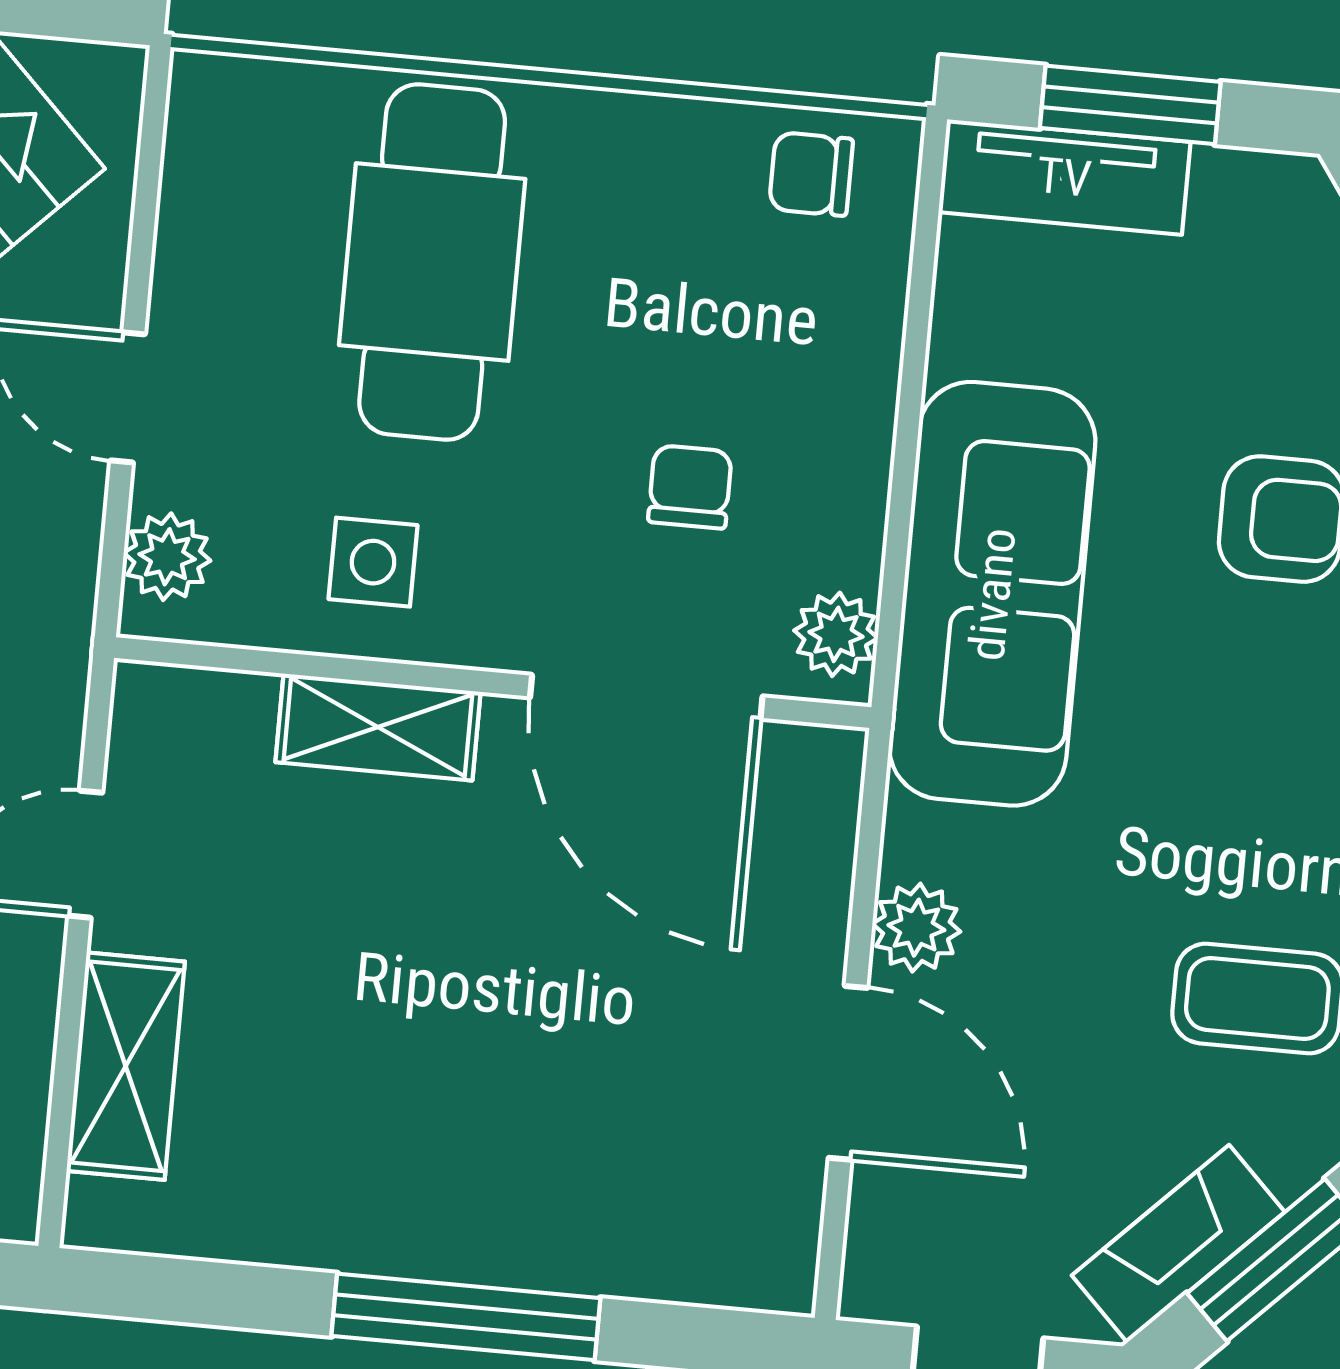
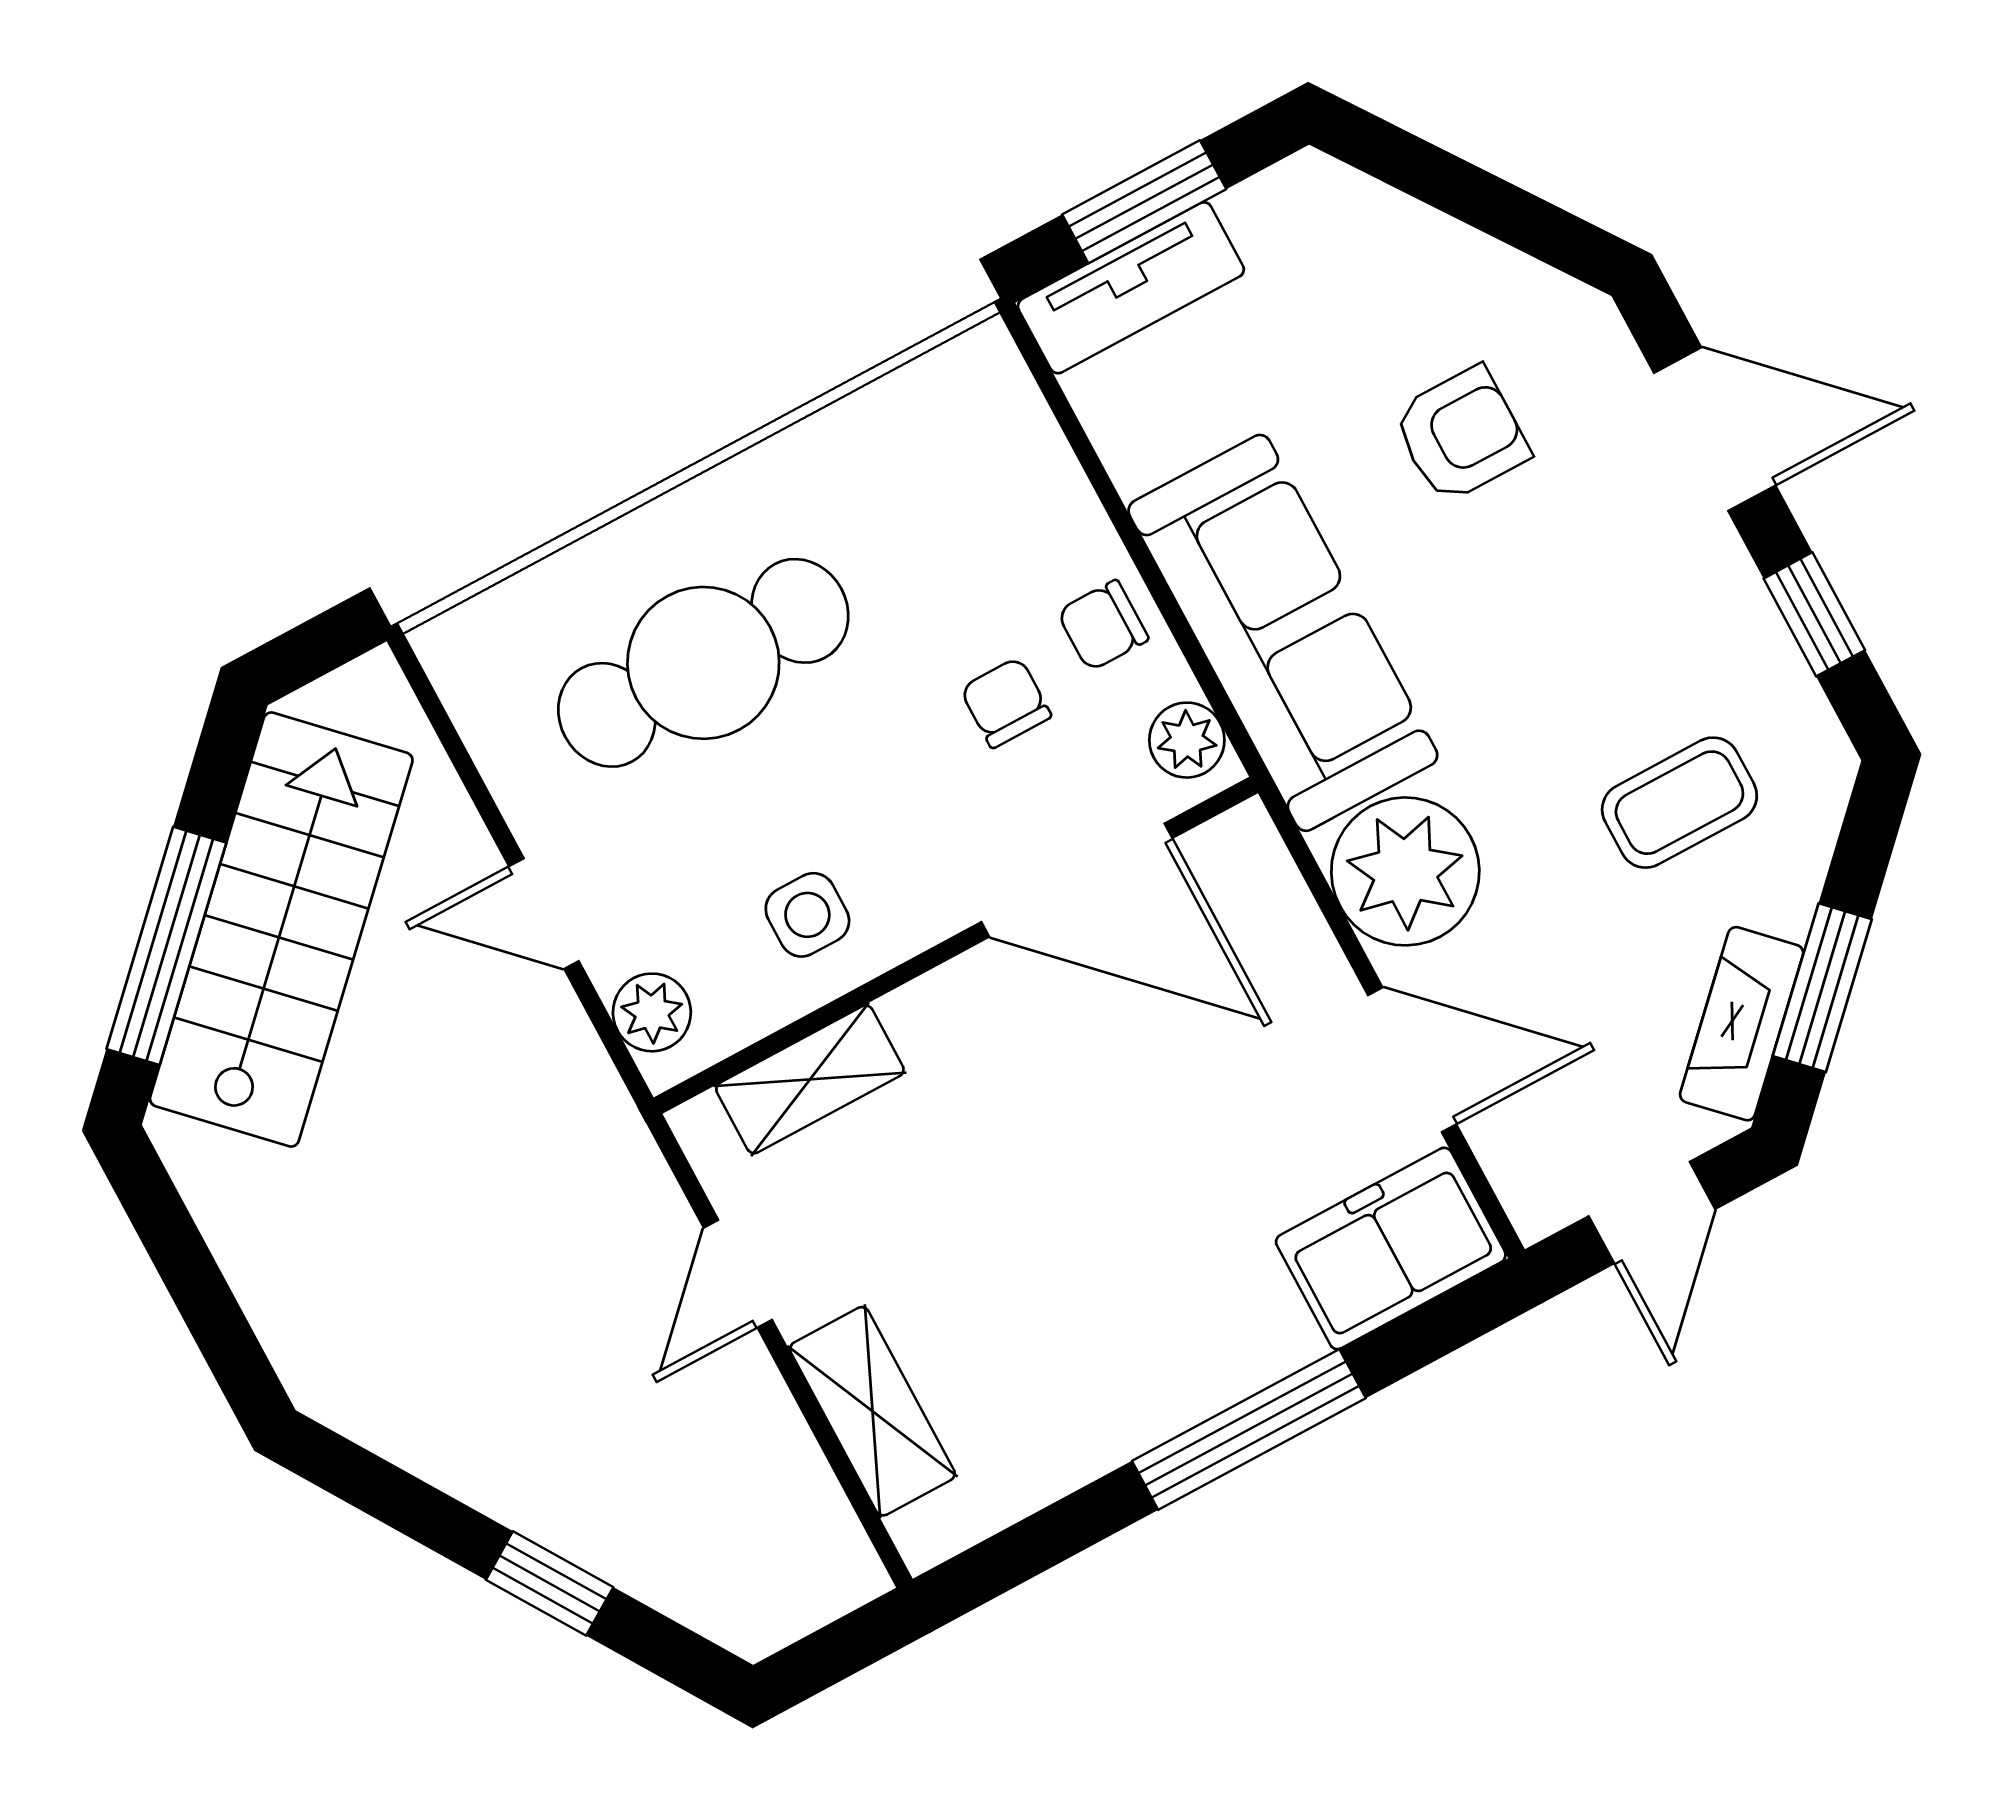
chair: (811, 174) -> (1103, 625), moved
cafe table: (432, 262) -> (703, 663), turned 90
shelving: (378, 727) -> (810, 1079), moved
plant: (916, 928) -> (1405, 871), width x1.88, depth x1.88
freezer: (711, 1236) -> (1391, 1248), added

